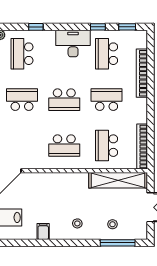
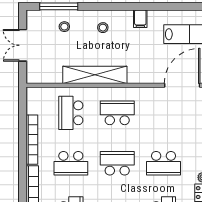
school desk: (107, 146) -> (71, 113), turned 180
bookcase: (142, 147) -> (32, 140), moved
shelving: (118, 180) -> (95, 75), moved

